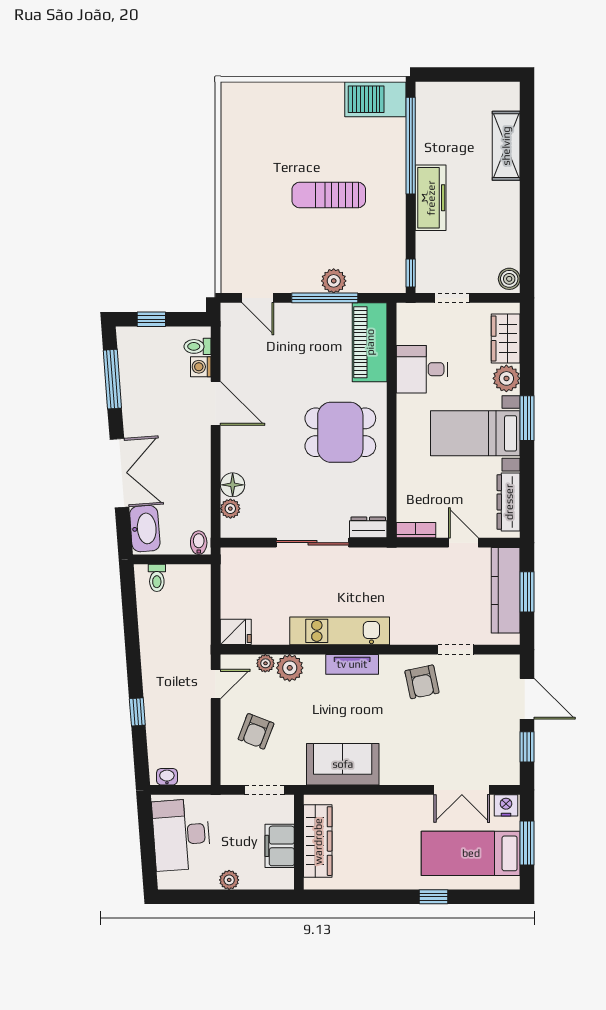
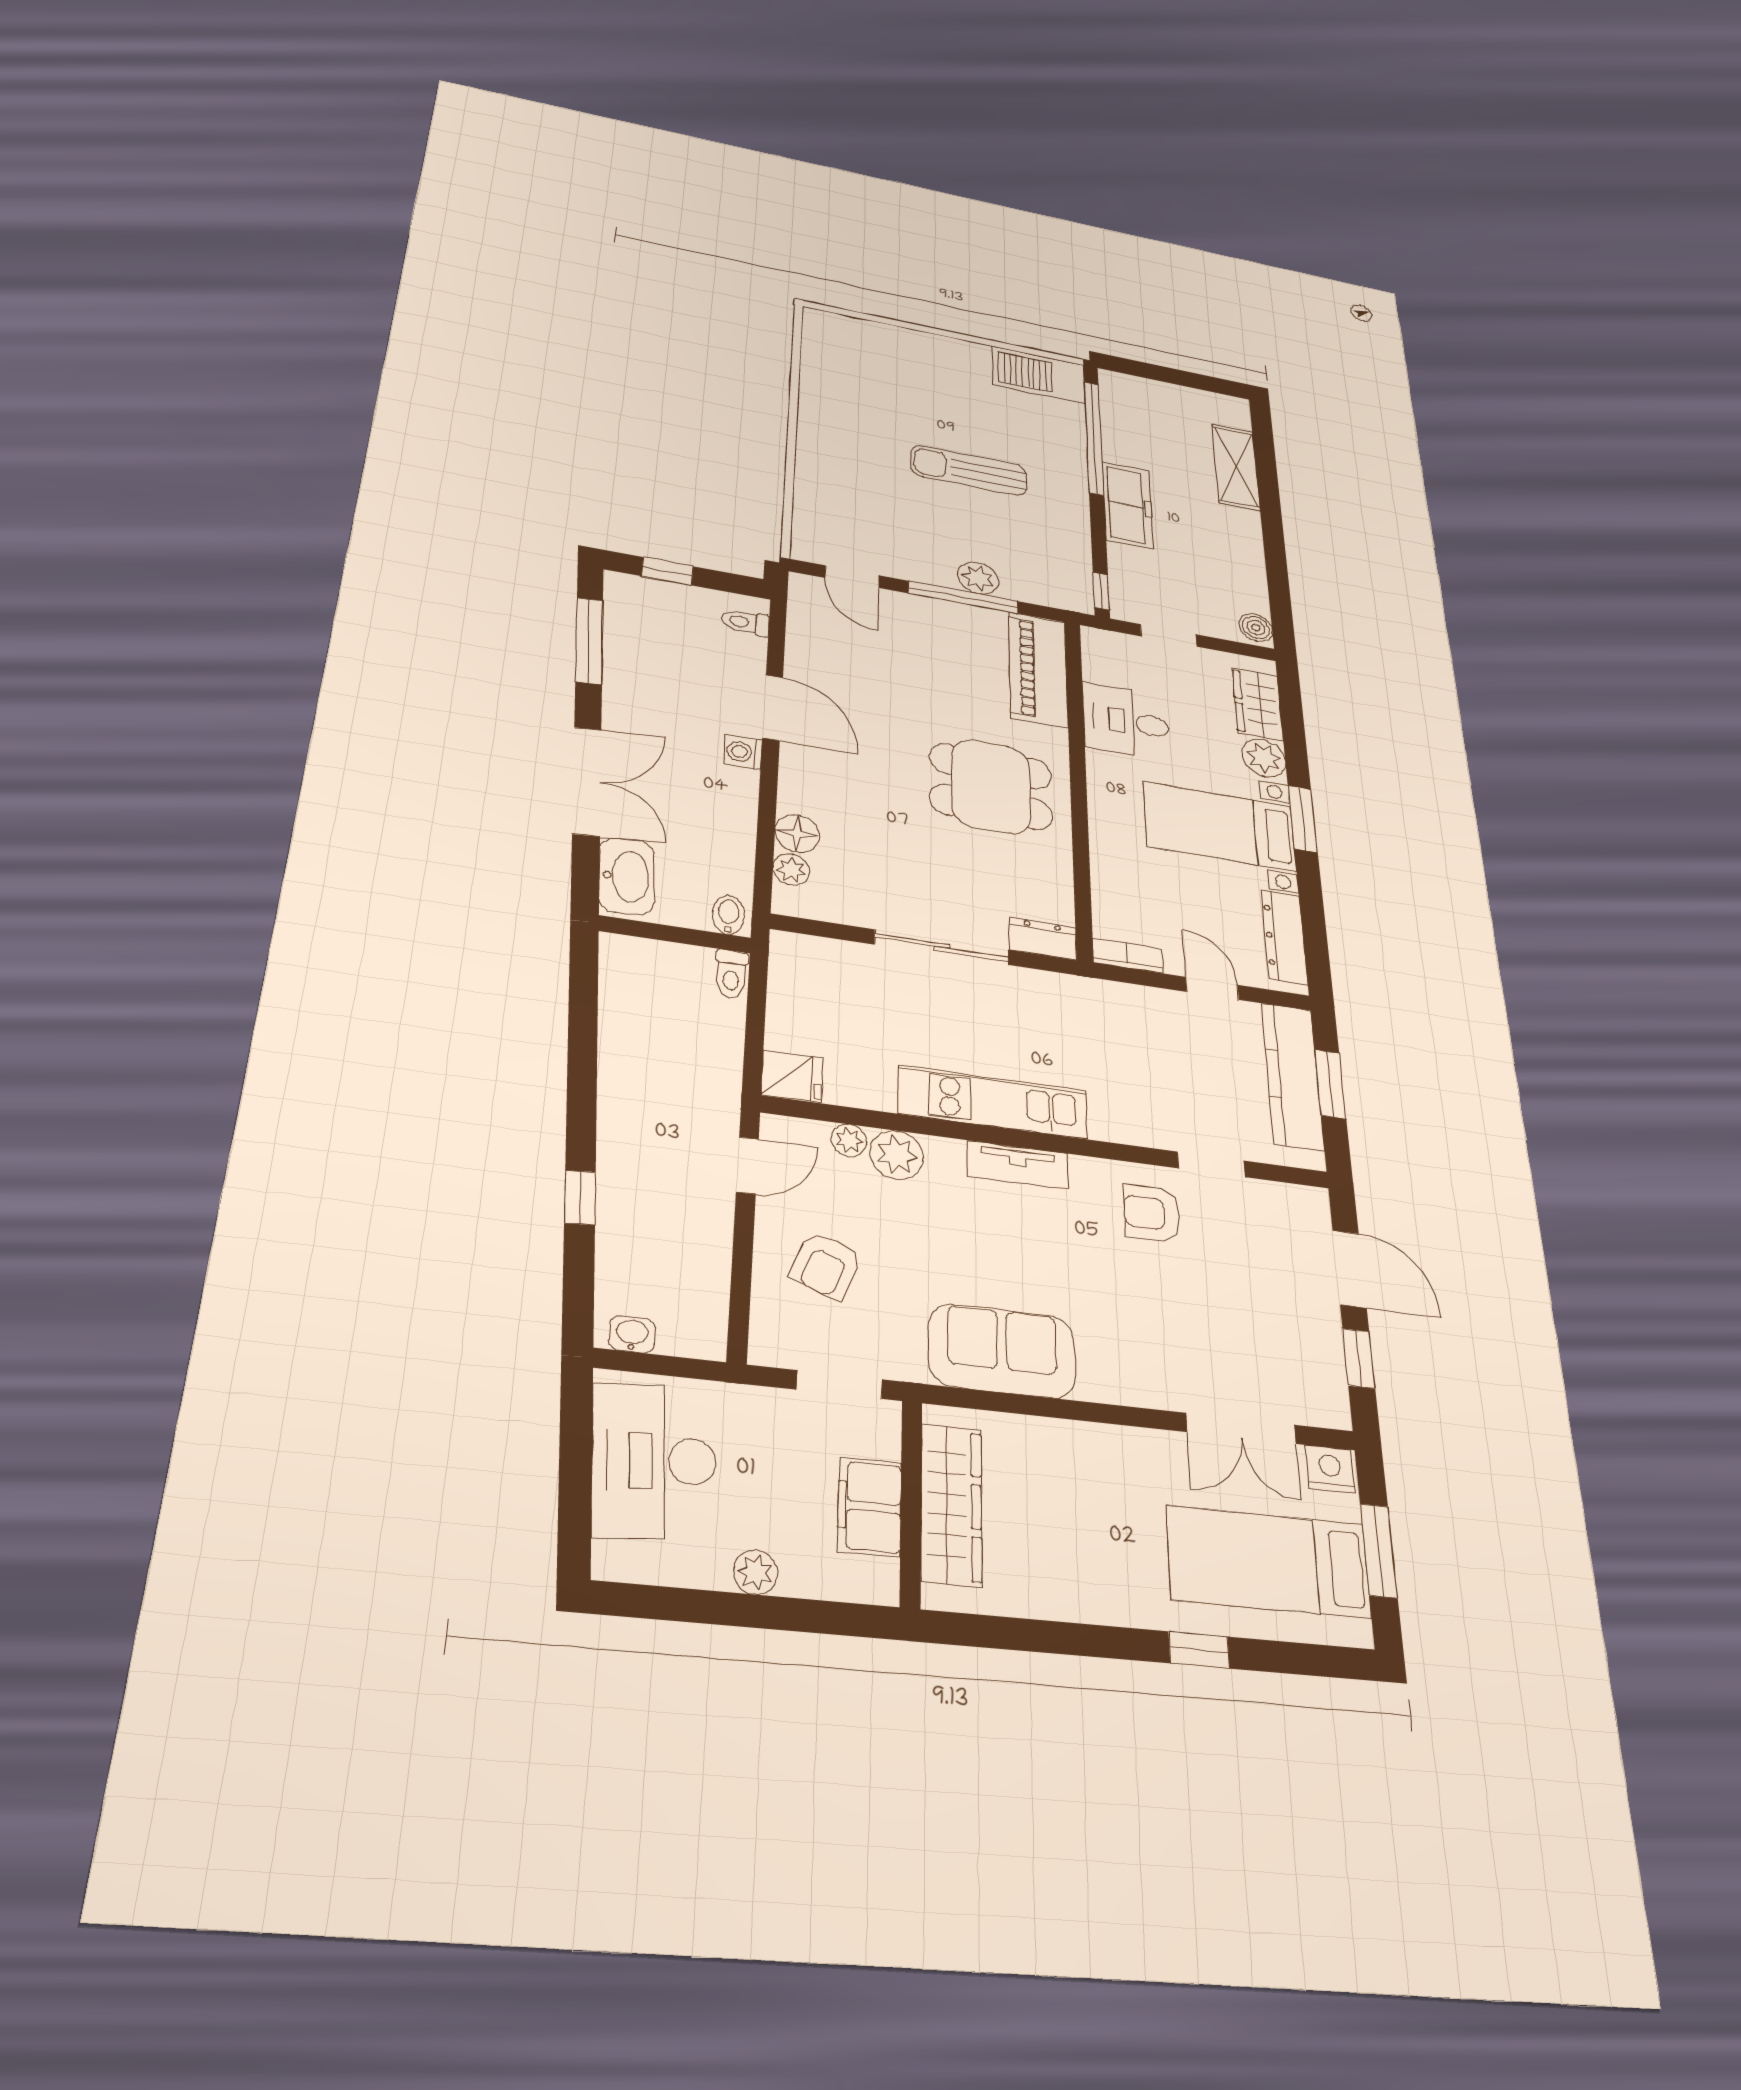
washing machine: (201, 367) -> (743, 752), moved
toilet: (157, 578) -> (731, 974), moved
armchair: (422, 682) -> (1152, 1213), turned 102

